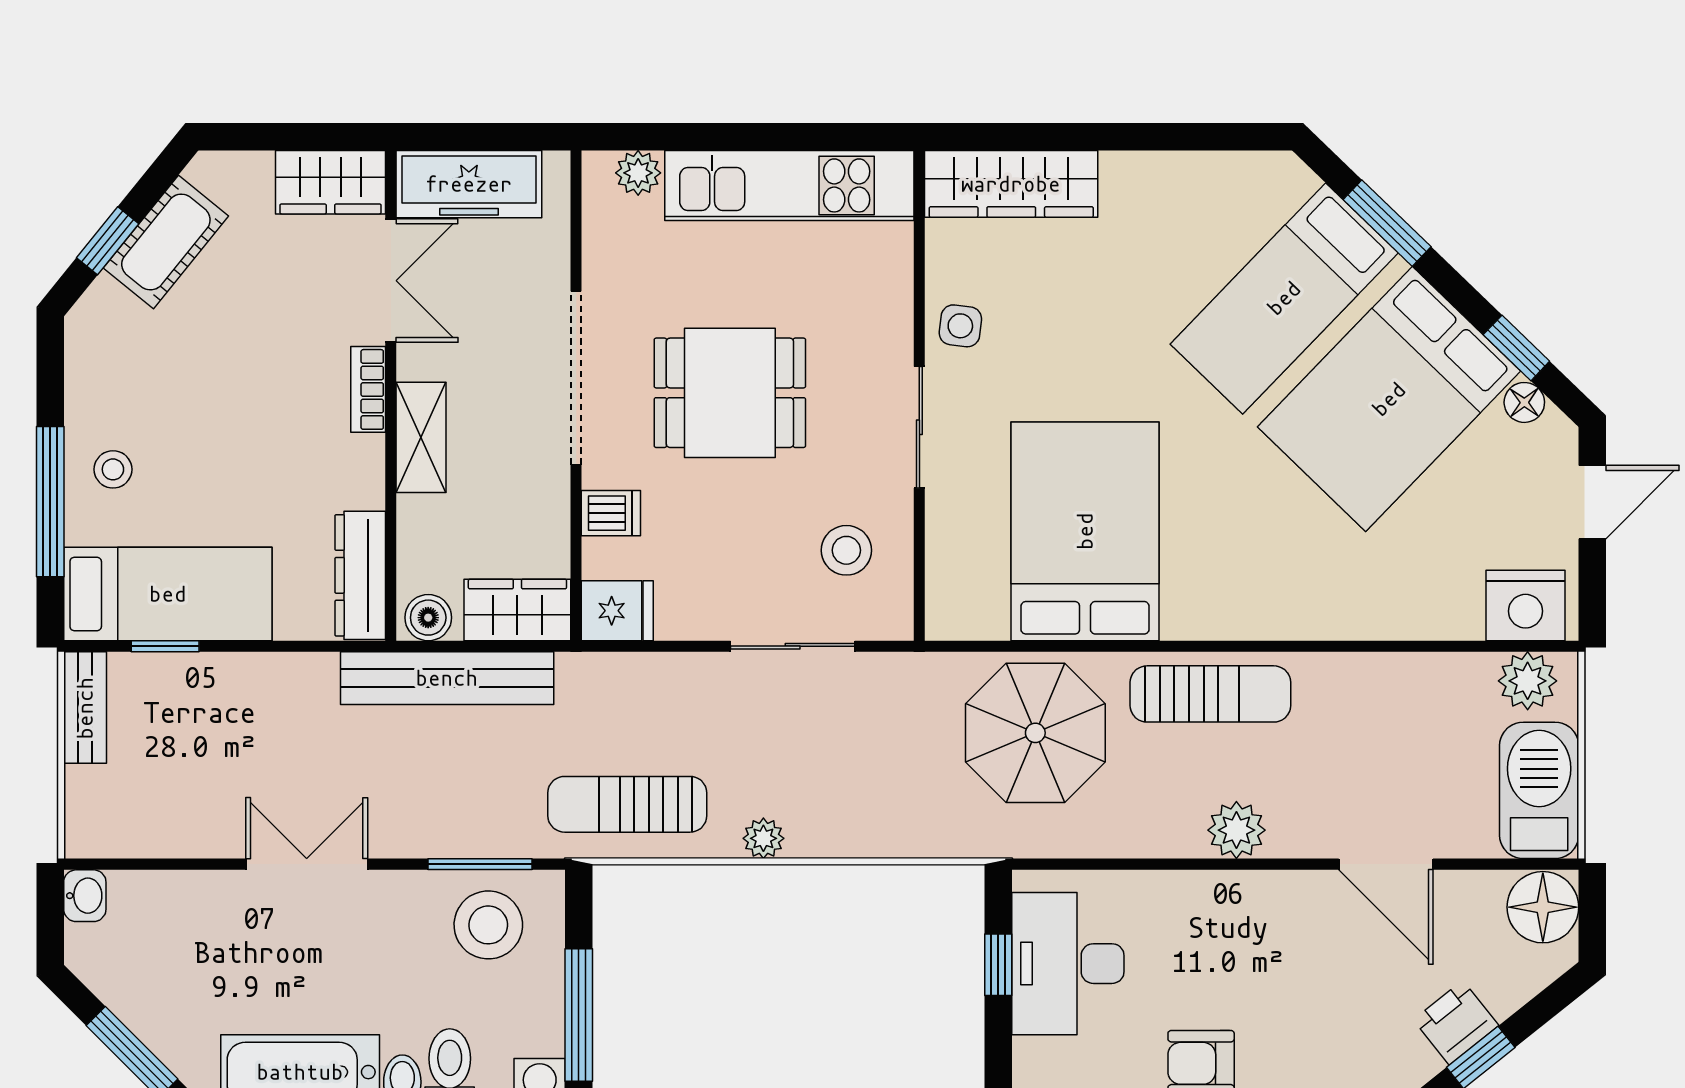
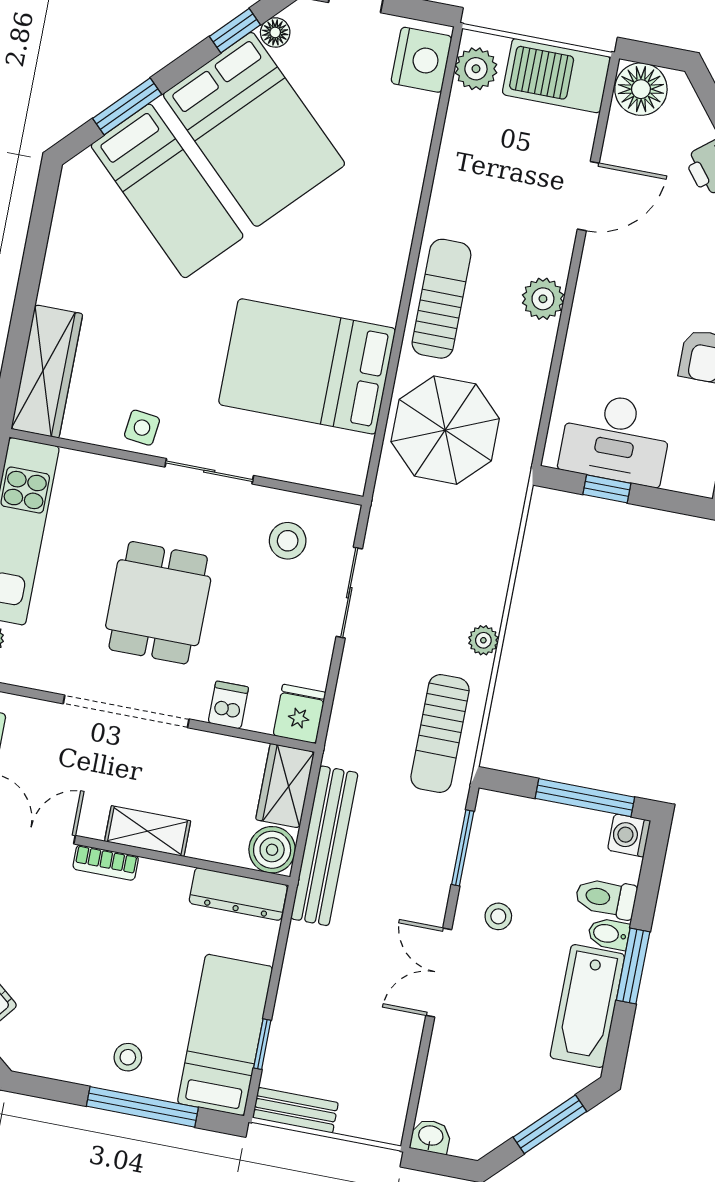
boiler: (428, 618) -> (272, 850), width x1.36, depth x1.36
stool: (488, 925) -> (498, 916), moved, width x0.53, depth x0.53

